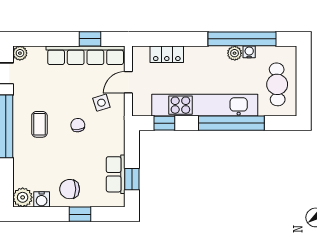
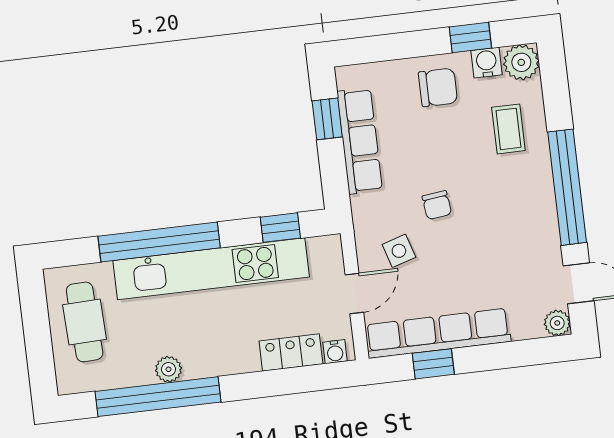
water cooler: (249, 52) -> (335, 352), moved
coffee table: (39, 124) -> (508, 129), moved
row of seats: (116, 174) -> (360, 141), width x1.48
window: (80, 214) -> (470, 37), moved

